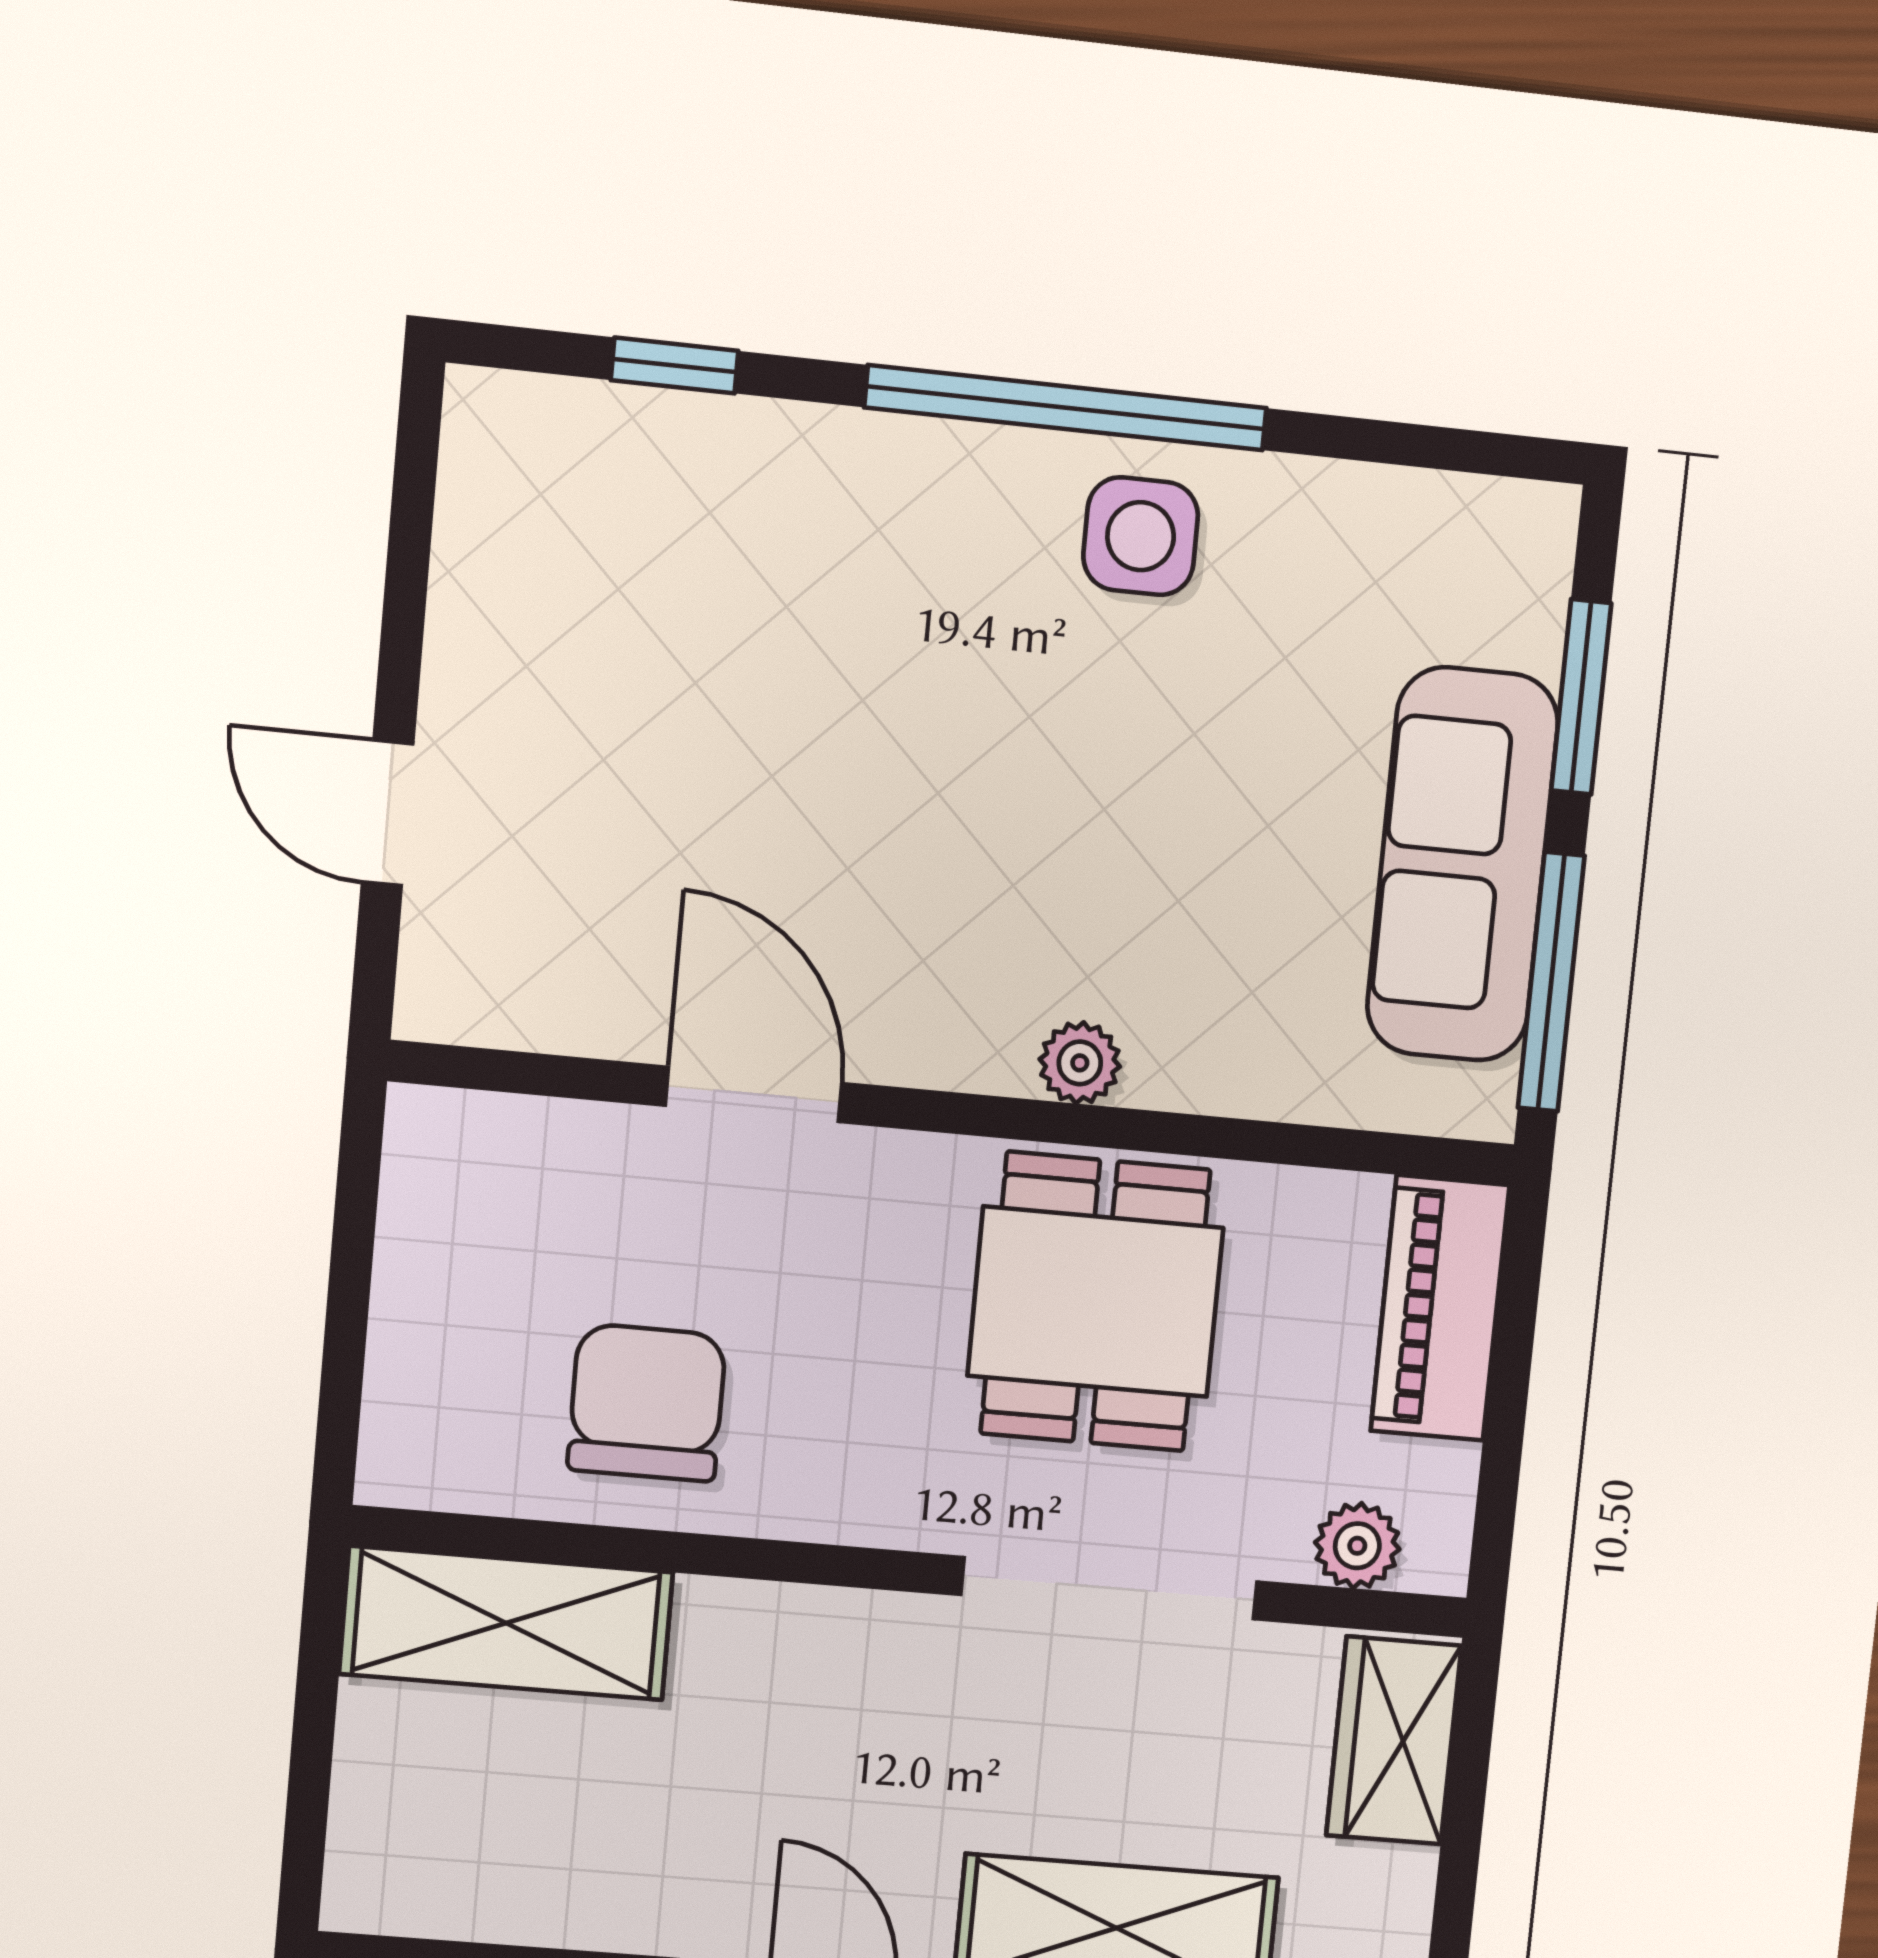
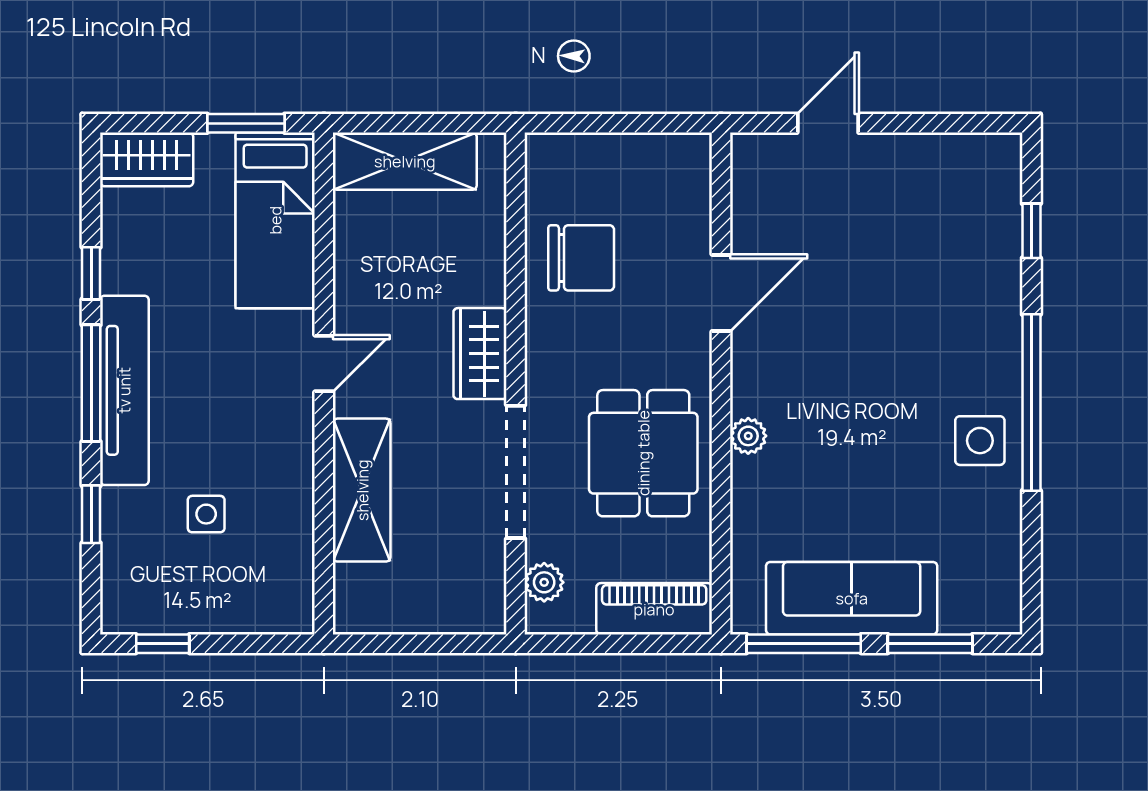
dining table: (1095, 1302) -> (643, 453), turned 90
shelving: (506, 1623) -> (405, 161), moved, turned 90
wardrobe: (1394, 1740) -> (480, 354), moved, turned -90

